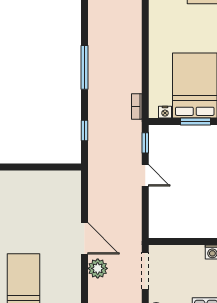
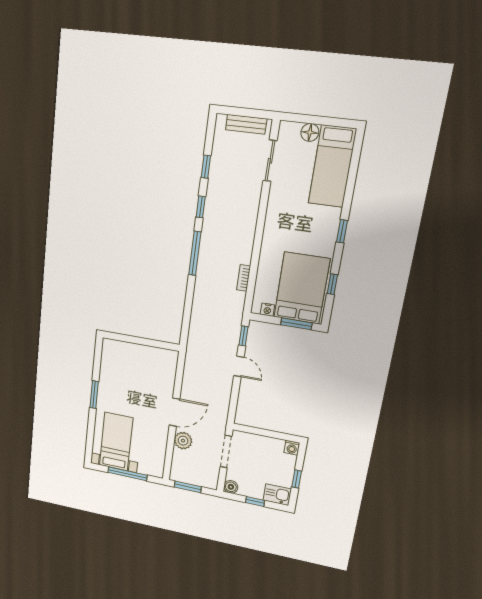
bookcase: (137, 107) -> (244, 278), moved
window: (84, 131) -> (201, 207), moved
door: (84, 238) -> (174, 412), hinge flipped

